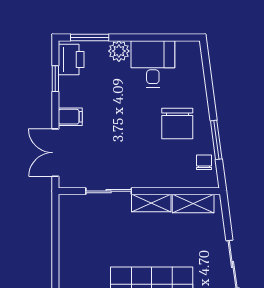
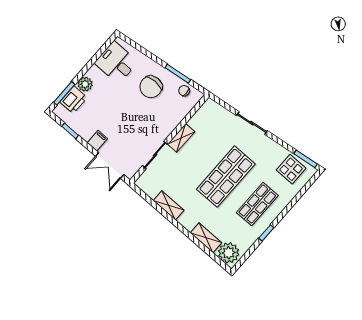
printer: (71, 60) -> (73, 100), moved, turned 90
desk: (153, 64) -> (116, 62), moved
chair: (177, 123) -> (151, 87), turned 90
shelving: (193, 204) -> (169, 205), moved, turned 90

